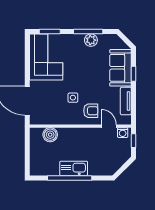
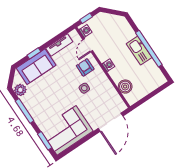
plant: (91, 40) -> (20, 90), moved
washing machine: (79, 132) -> (108, 65), added

